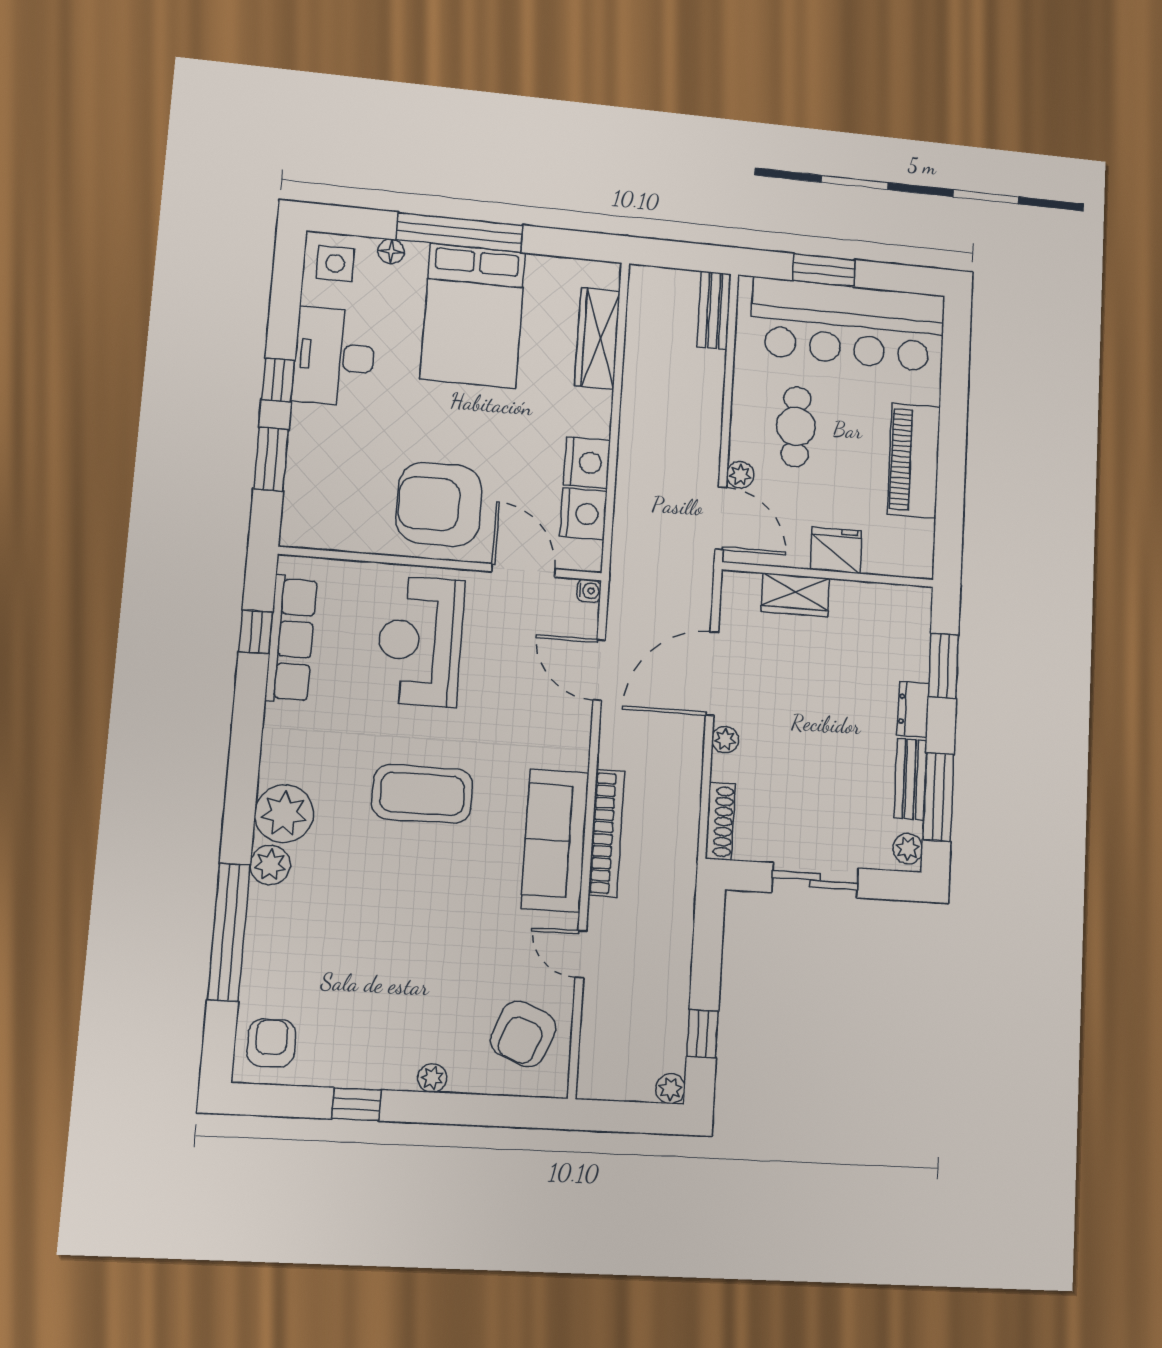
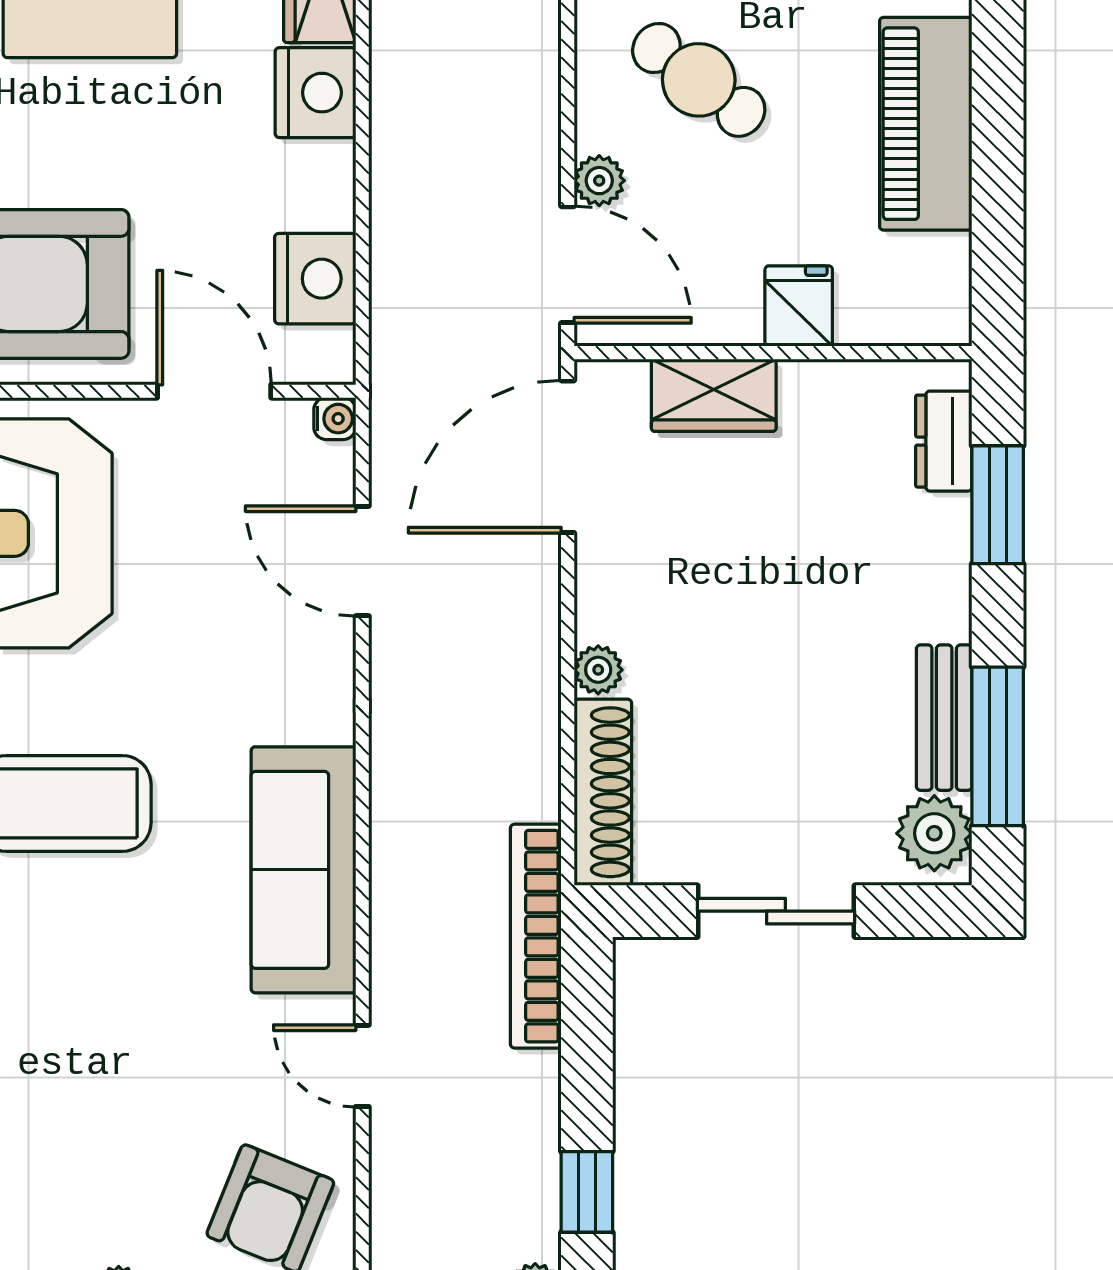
cafe table: (796, 426) -> (699, 80), turned -53
nightstand: (587, 463) -> (315, 93), moved
fridge: (836, 550) -> (799, 306), width x0.72
door: (712, 673) -> (568, 457), moved
dresser: (913, 709) -> (944, 441), moved
shoe rack: (720, 821) -> (603, 792), width x1.36, depth x1.24
bookcase: (606, 833) -> (536, 936), moved, turned 180
plant: (908, 849) -> (934, 833), width x1.38, depth x1.38

